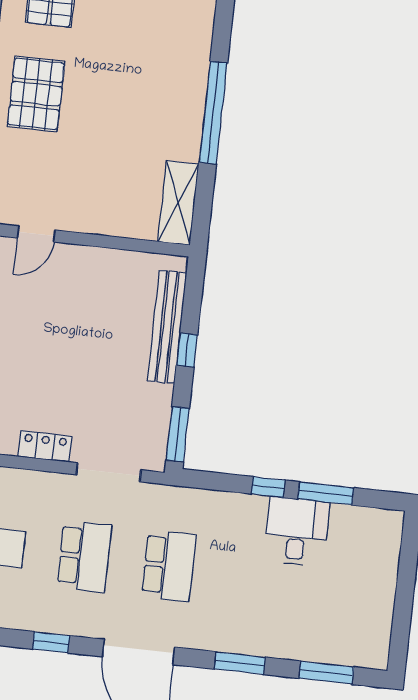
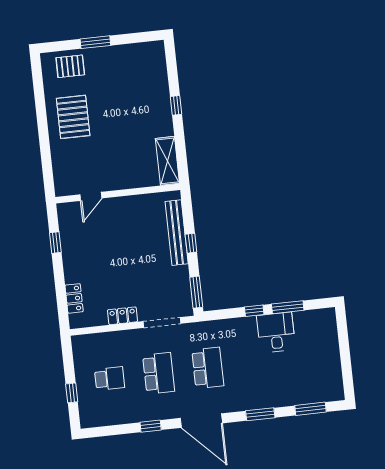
window: (213, 113) -> (176, 105), width x0.32

